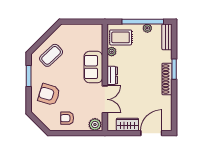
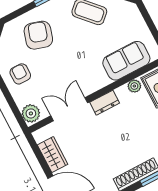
sofa: (93, 67) -> (126, 61), moved
double door: (105, 99) -> (69, 109), swing flipped

